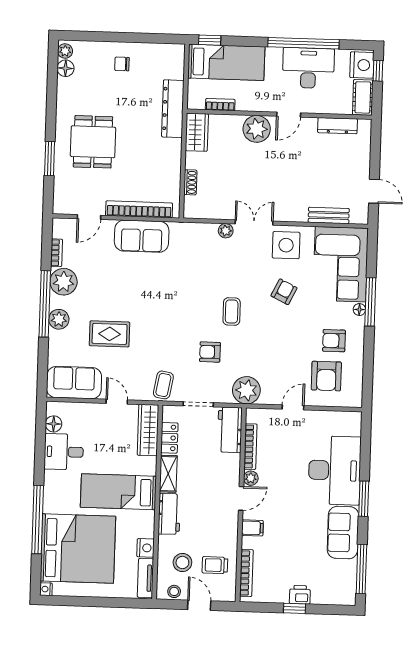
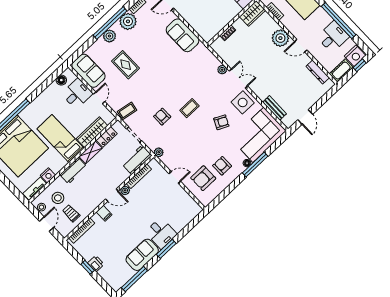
desk: (308, 68) -> (333, 37), width x0.73
bookcase: (139, 209) -> (193, 22), removed
plant: (246, 390) -> (159, 152), width x0.53, depth x0.53
wardrobe: (148, 430) -> (92, 132), moved
desk: (64, 452) -> (77, 94), moved, turned 90
desk: (335, 470) -> (161, 233), width x0.53, depth x0.77

